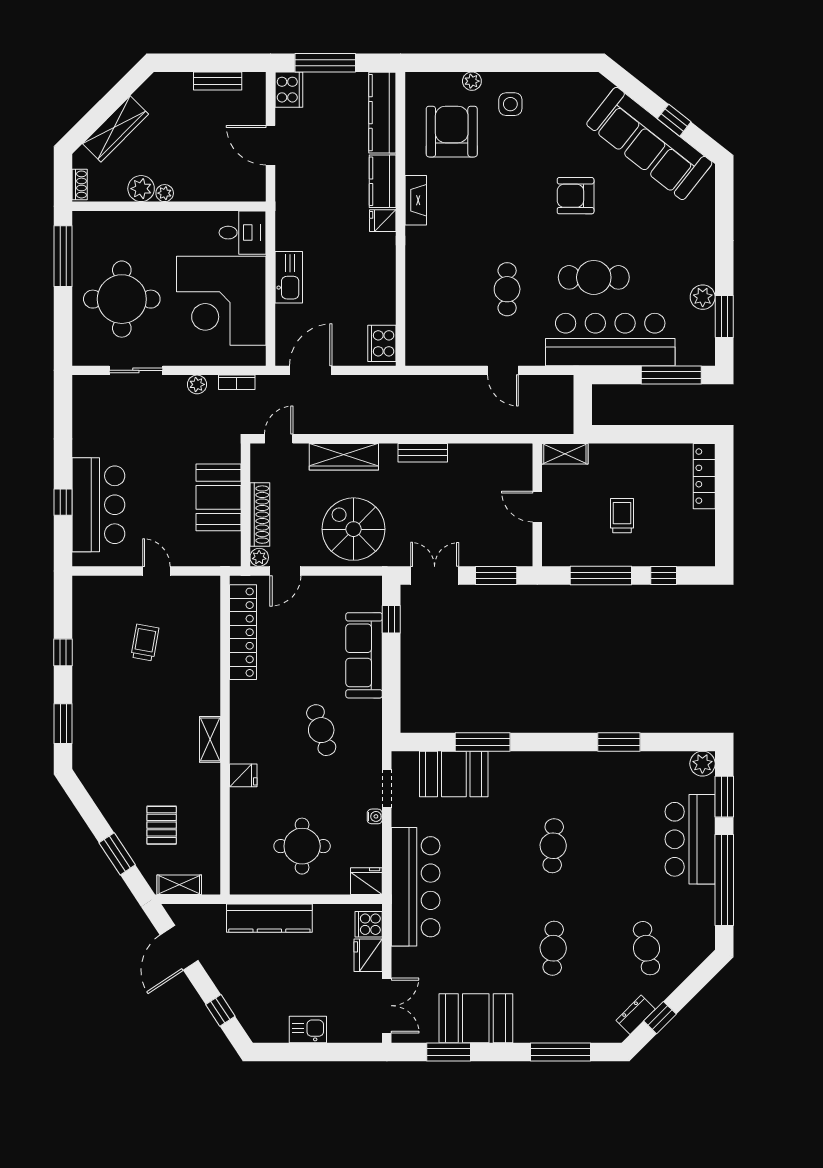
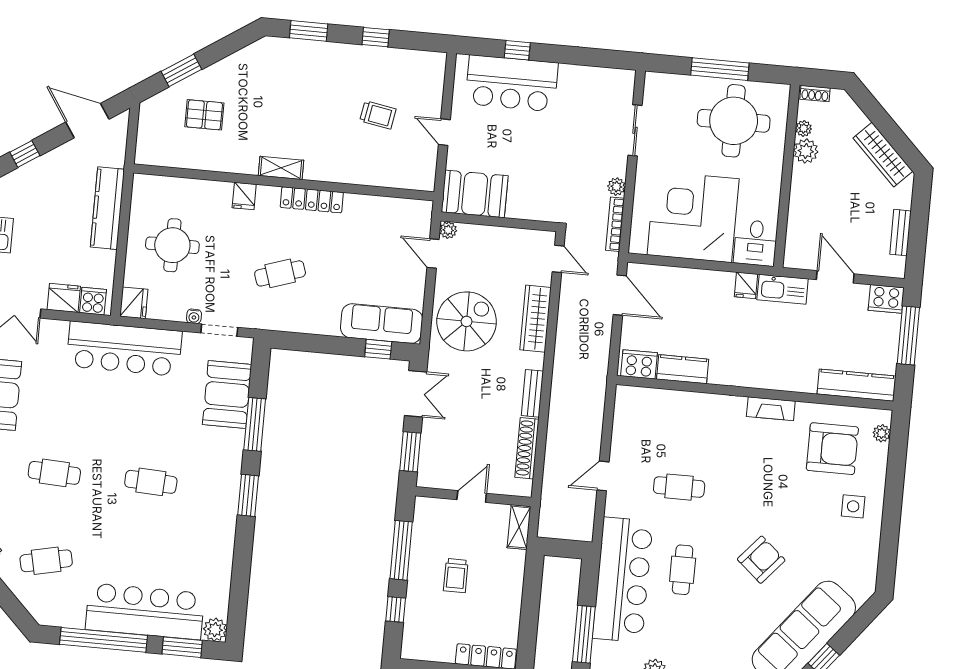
plant: (472, 81) -> (882, 433), moved
wardrobe: (116, 129) -> (883, 155), moved
door: (271, 145) -> (835, 277), hinge flipped
kitchen counter: (383, 181) -> (683, 369), moved
plant: (165, 193) -> (804, 128), moved
armchair: (576, 196) -> (761, 560), turned 41
fridge: (383, 221) -> (746, 285), moved, turned 180
window: (63, 256) -> (720, 69), moved
kitchen sink: (289, 277) -> (783, 289), moved
cafe table: (594, 277) -> (683, 570), width x0.73, depth x0.74
round table: (122, 299) -> (734, 121), moved
bookcase: (237, 382) -> (615, 224), width x1.56
booth: (218, 497) -> (475, 194), moved
shoe rack: (260, 515) -> (527, 448), moved, turned 90
trolley: (622, 516) -> (456, 576), turned 90
door: (156, 571) -> (444, 132), swing flipped
locker: (243, 632) -> (312, 200), moved, width x0.71, depth x0.83
sofa: (364, 655) -> (382, 324), moved
window: (619, 742) -> (248, 495), moved
bar counter: (690, 839) -> (145, 611), width x1.36
shelving: (179, 885) -> (147, 126), removed

